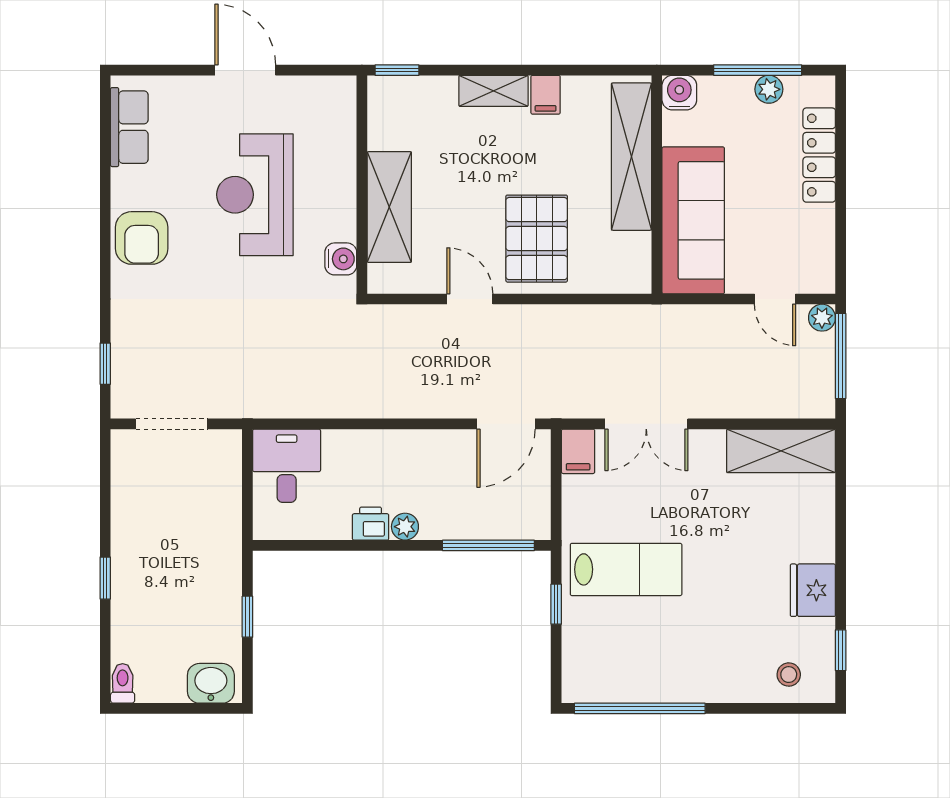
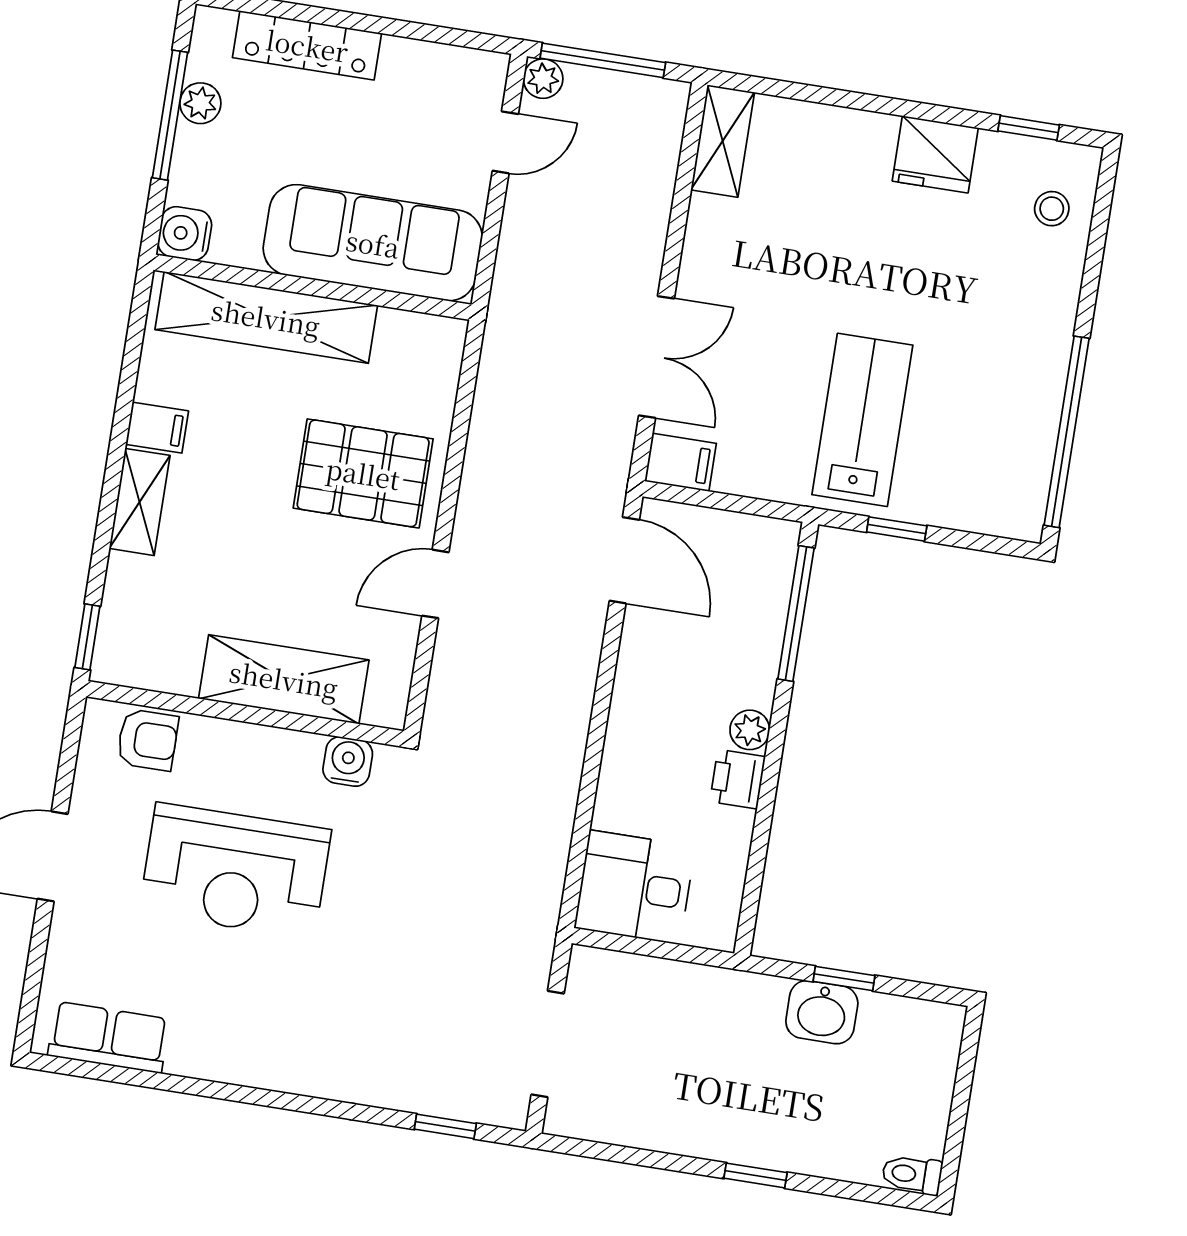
armchair: (142, 238) -> (148, 740), moved, width x0.72, depth x0.72
shelving: (781, 451) -> (723, 141), width x0.67, depth x0.75
washbasin: (211, 683) -> (822, 1012), moved, turned -90

